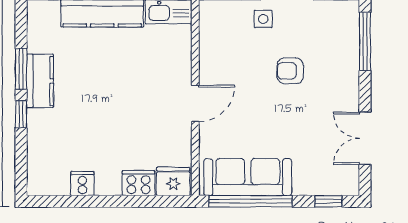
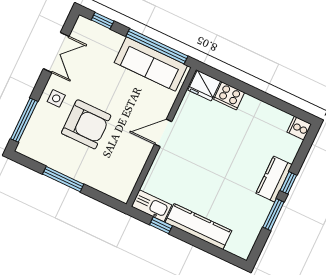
side table: (263, 19) -> (56, 98), moved
armchair: (290, 71) -> (86, 124), width x1.88, depth x1.88
kitchen counter: (40, 81) -> (274, 179), moved
cooker: (82, 184) -> (299, 128), moved, turned 90

